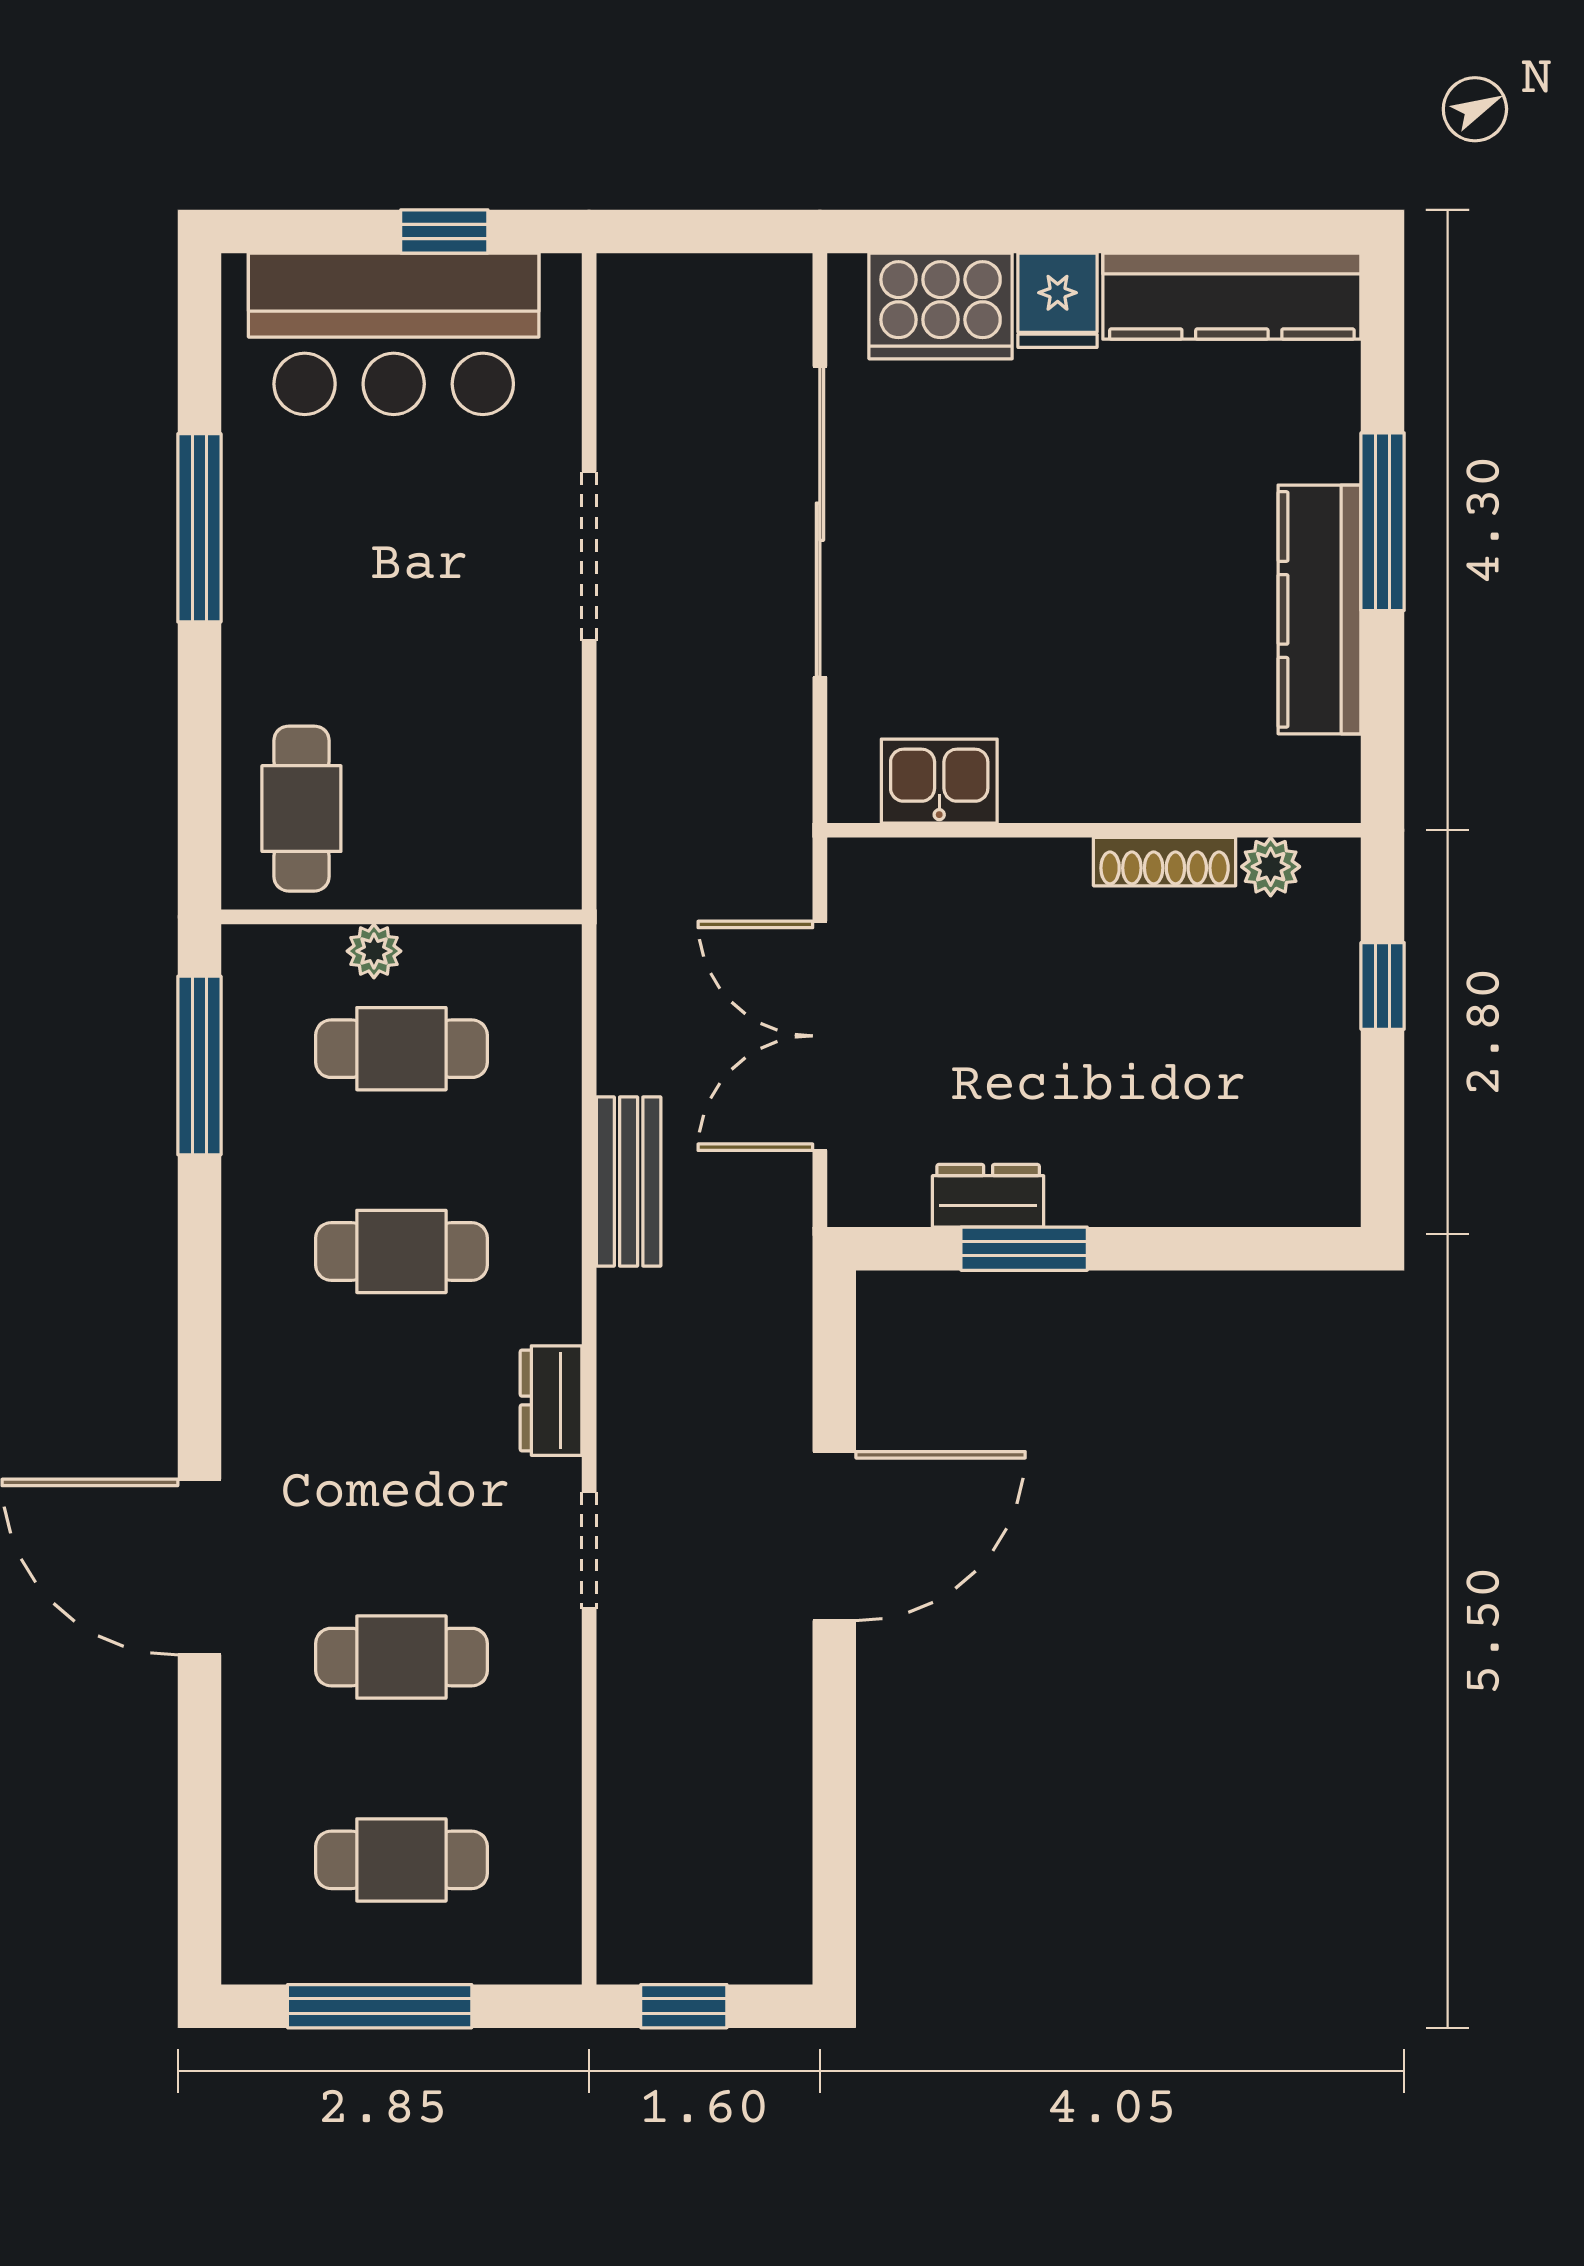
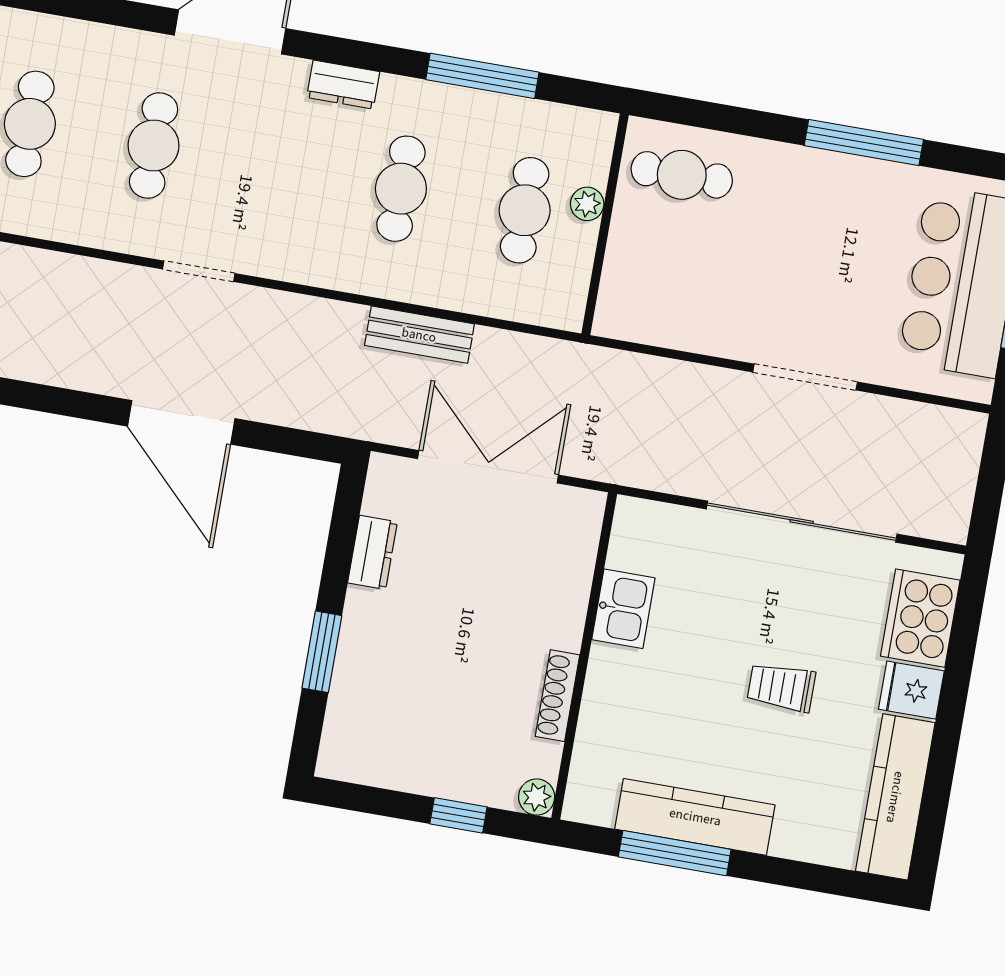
trolley: (1089, 508) -> (781, 687), added
window: (1383, 522) -> (675, 853), moved
kitchen sink: (939, 781) -> (623, 609), moved
plant: (1271, 867) -> (537, 797), moved
window: (199, 1065) -> (482, 76), moved
window: (1024, 1249) -> (322, 652), moved
dresser: (551, 1401) -> (343, 85), moved, turned 180

